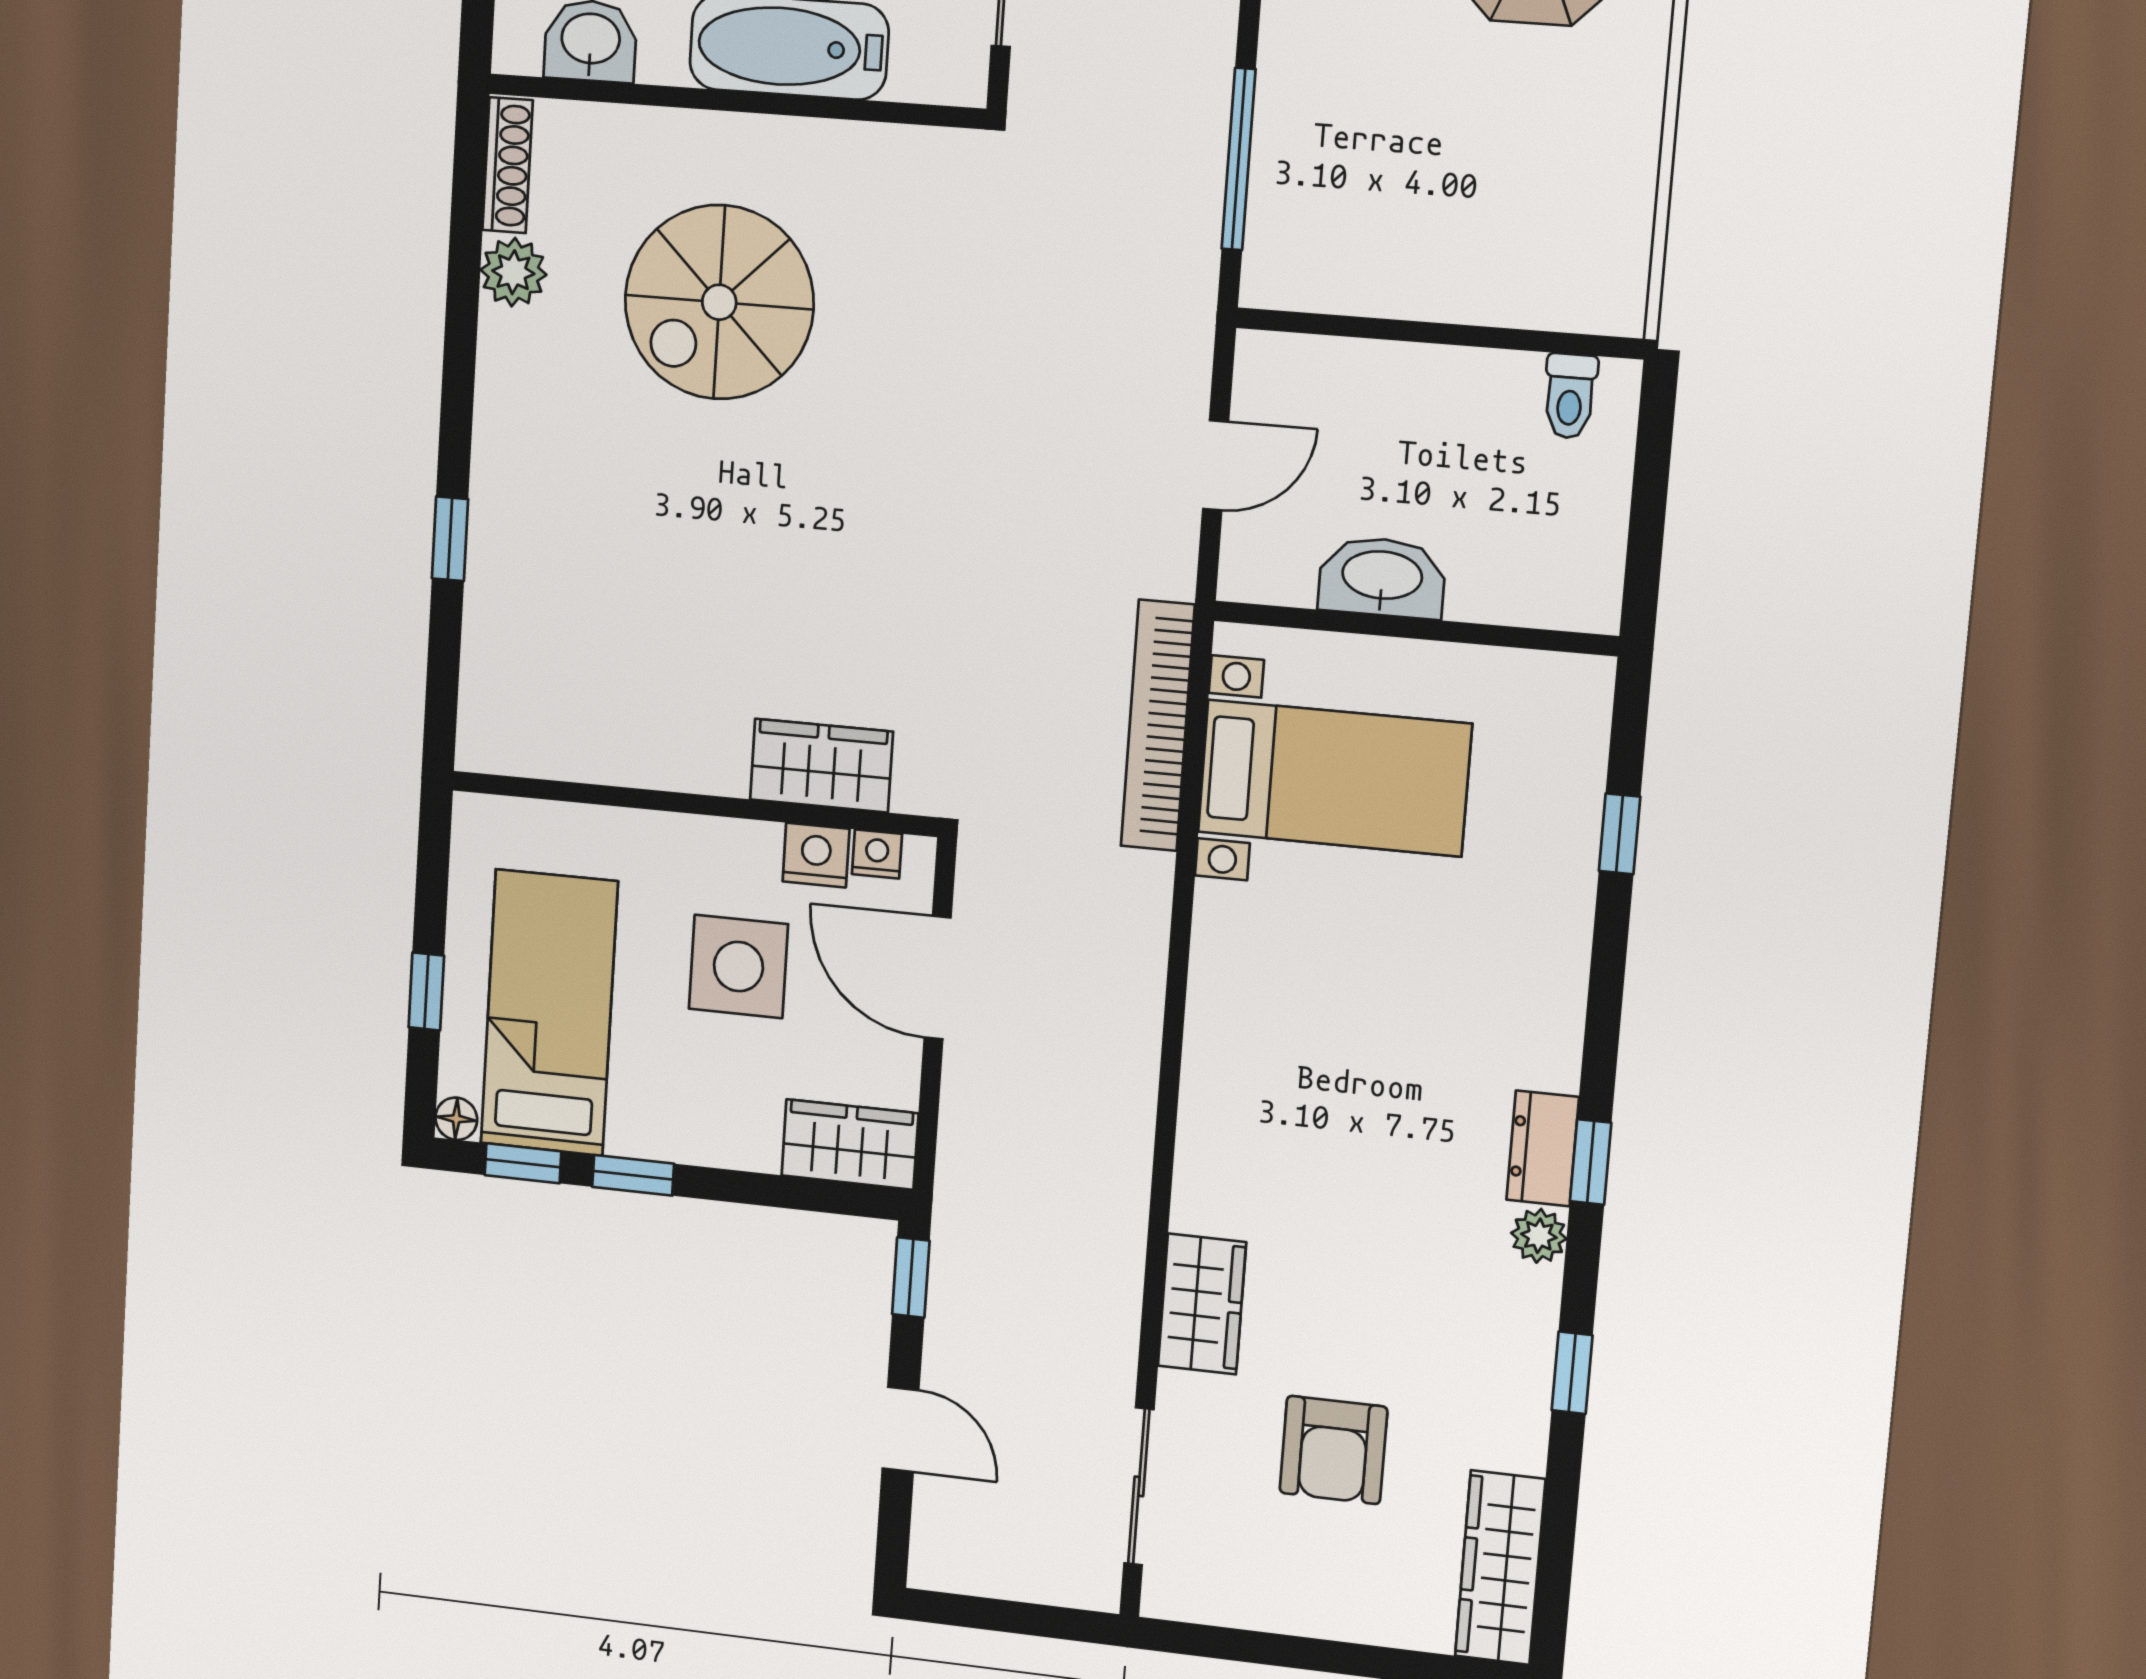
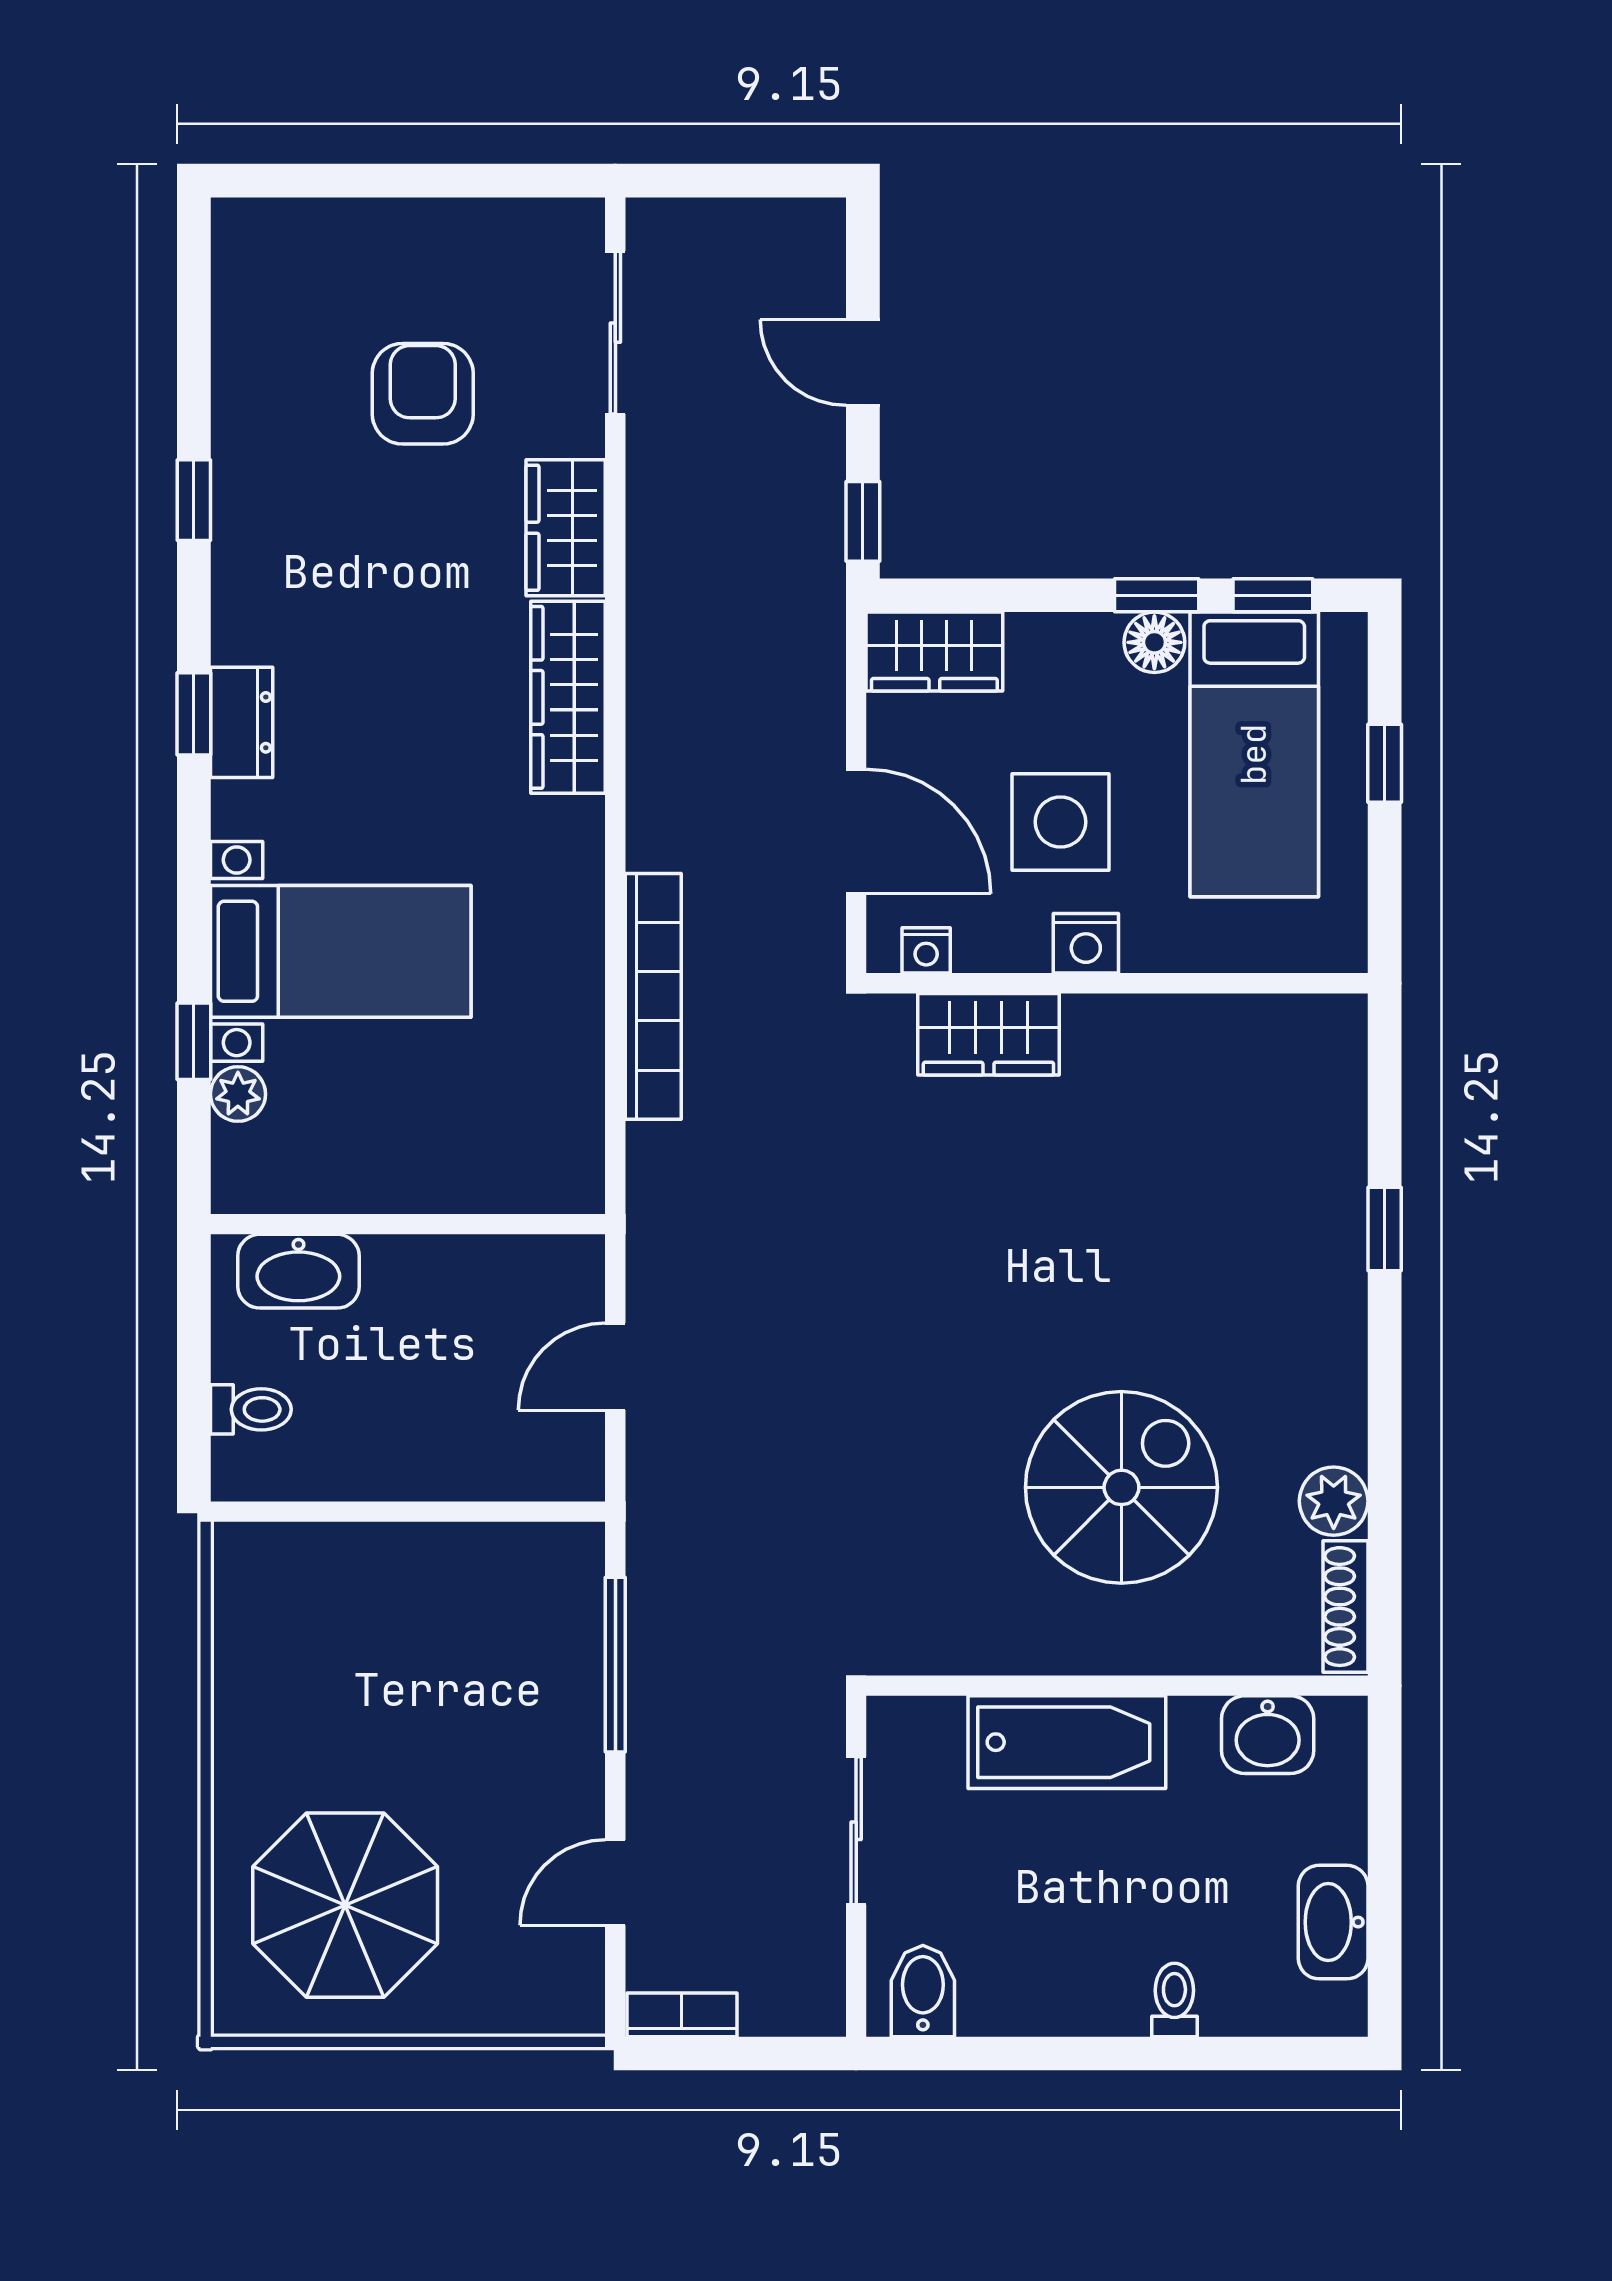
toilet: (1570, 396) -> (251, 1409), moved, turned 90
washbasin: (1382, 577) -> (298, 1271), moved
bookcase: (1158, 726) -> (653, 996), moved
bed with nightstands: (1334, 778) -> (341, 951), moved, turned 180
nightstand: (816, 855) -> (1086, 943), moved
floor lamp: (456, 1119) -> (1154, 642), moved, width x1.37, depth x1.37
plant: (1539, 1236) -> (238, 1094), moved
wardrobe: (1500, 1568) -> (568, 697), moved, turned 180

